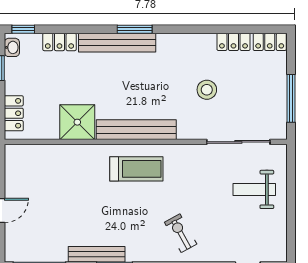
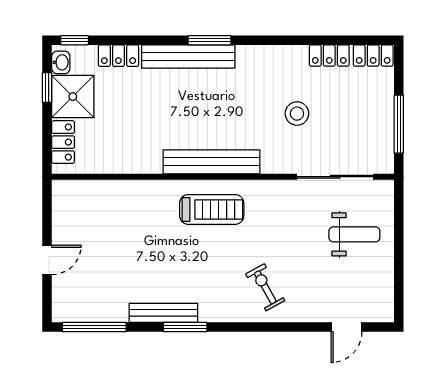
shower: (77, 122) -> (73, 97), moved
weight bench: (254, 189) -> (354, 234), turned 180

